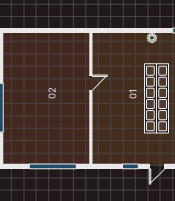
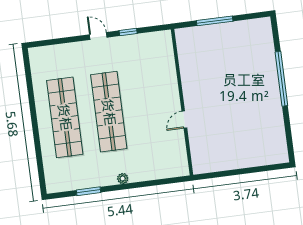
window: (53, 166) -> (215, 21), width x0.68
door: (157, 166) -> (98, 36), hinge flipped

